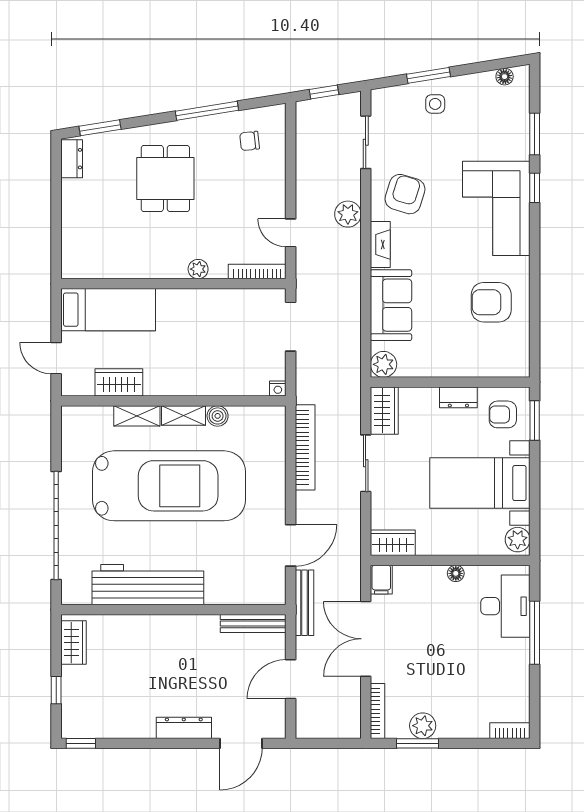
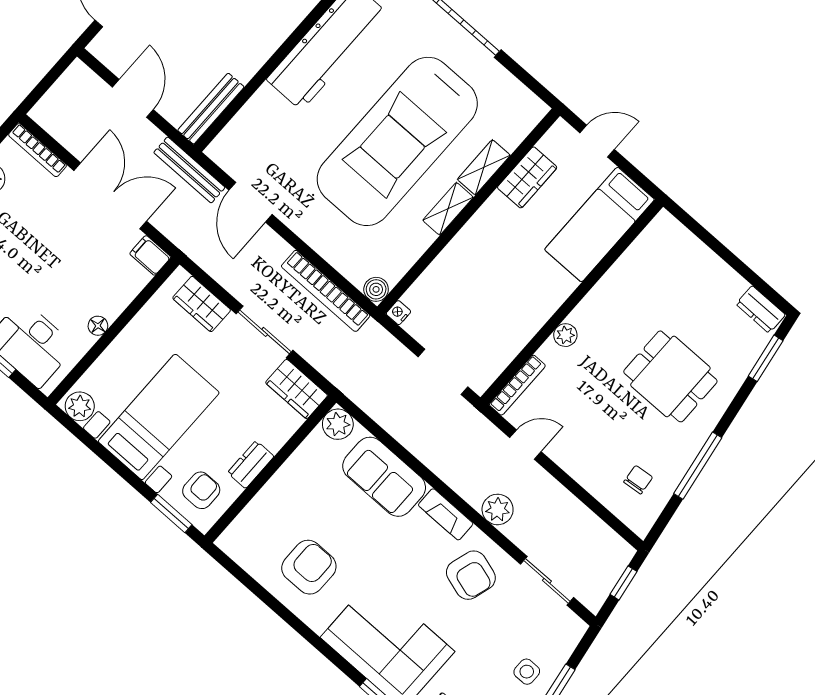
boiler: (218, 416) -> (376, 289), moved
wardrobe: (393, 543) -> (202, 304), moved, turned 90

